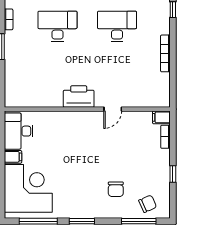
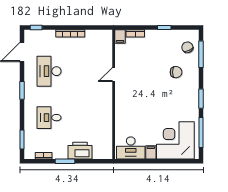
desk: (57, 26) -> (49, 118), width x0.73
printer: (79, 97) -> (80, 151), moved, turned 90
door: (113, 109) -> (114, 75), swing flipped

